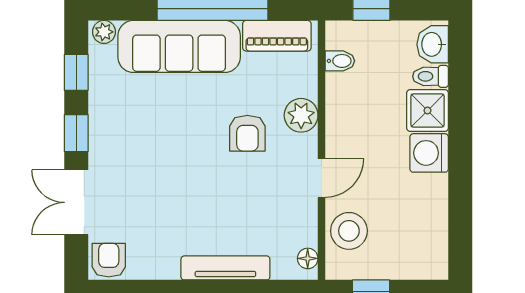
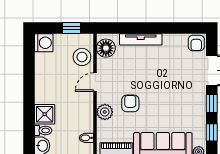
washing machine: (429, 153) -> (44, 43), moved
floor lamp: (308, 258) -> (106, 48), width x1.89, depth x1.89

